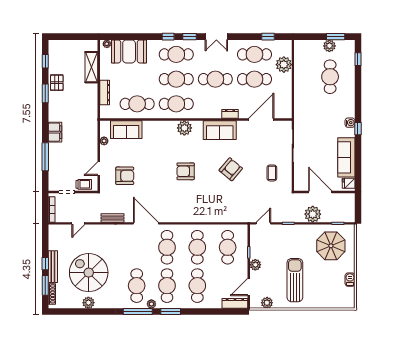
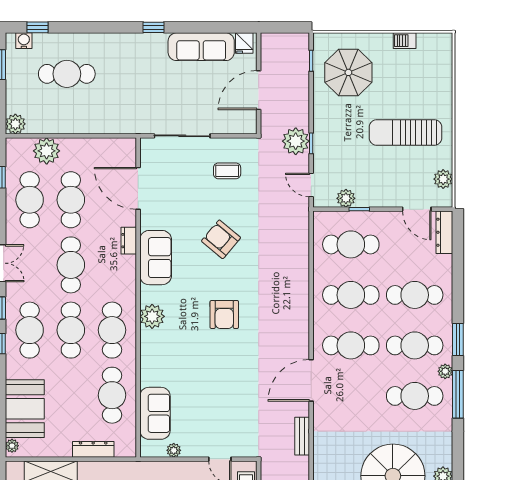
plant: (329, 46) -> (15, 124), moved
water cooler: (350, 123) -> (24, 41), moved
armchair: (125, 176) -> (232, 416), removed
plant: (313, 214) -> (296, 141), moved
plant: (255, 265) -> (346, 198), moved

